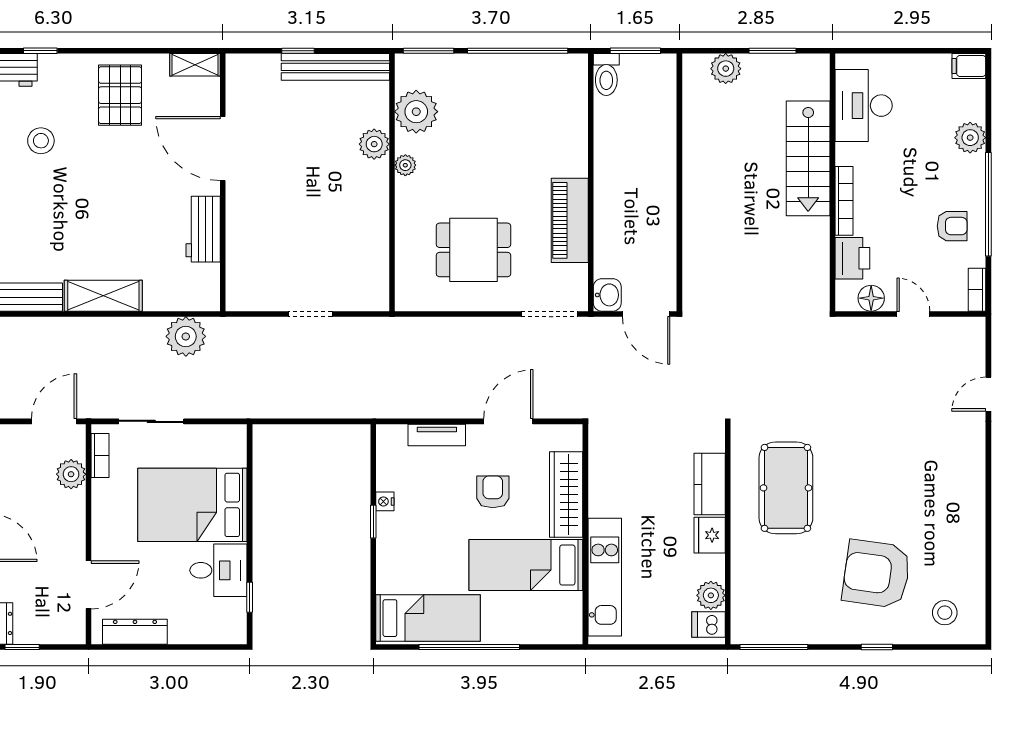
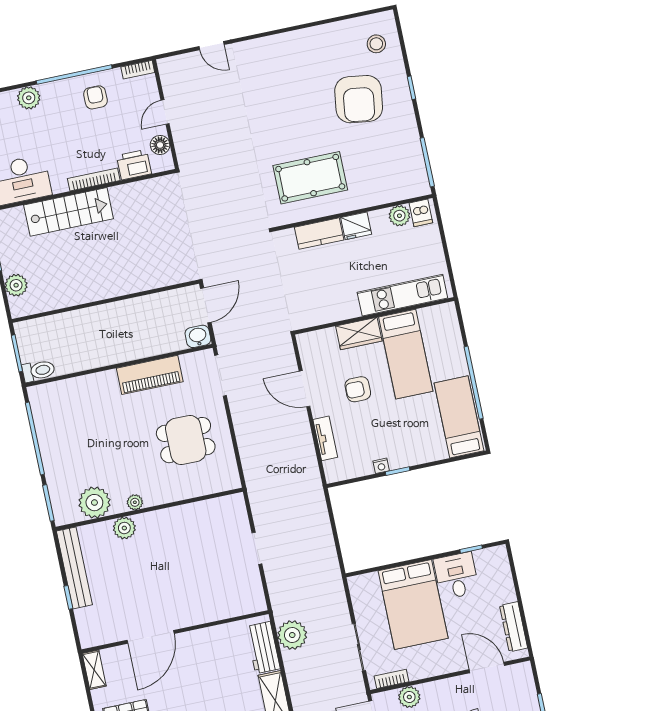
workbench: (203, 229) -> (263, 648), moved, turned 90
dining table: (473, 250) -> (186, 440), turned 90
wardrobe: (566, 494) -> (359, 334), width x0.67

